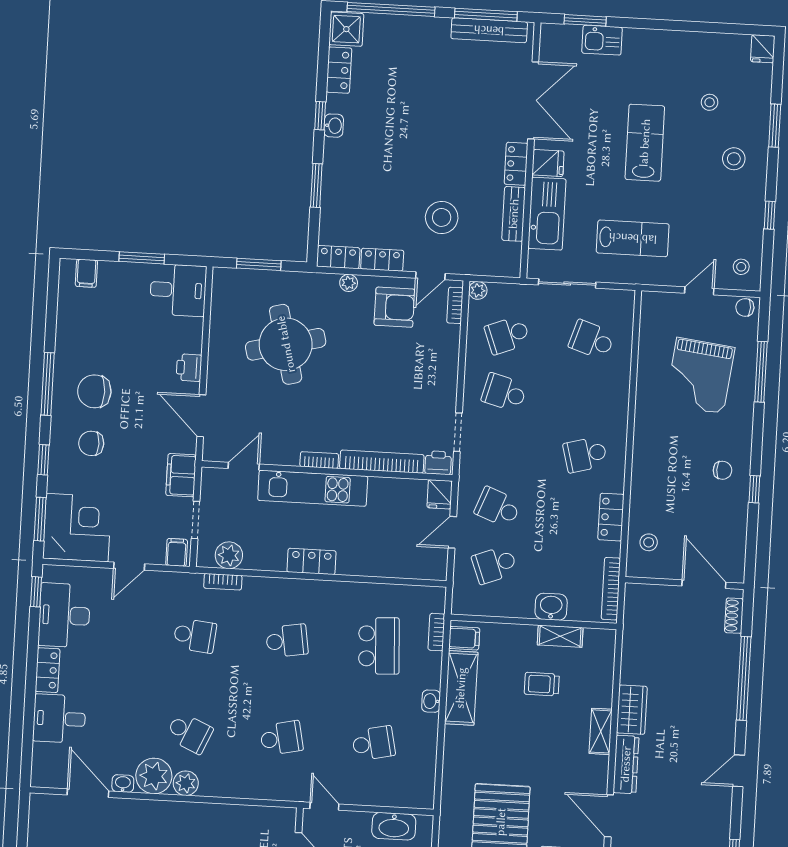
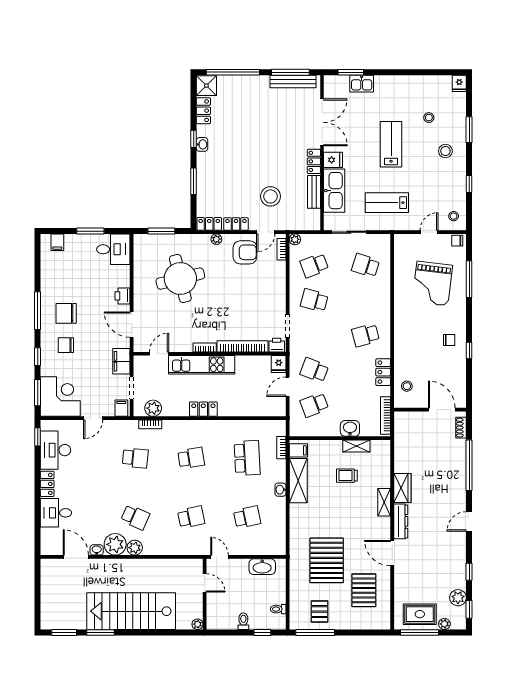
lab bench: (633, 238) -> (387, 203), turned 180

